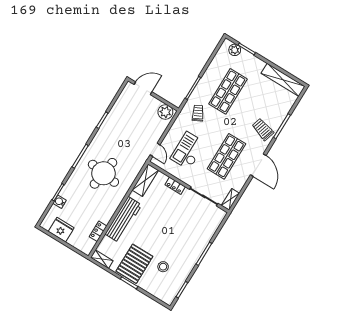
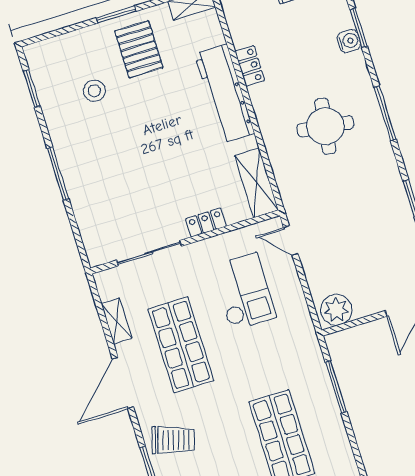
trolley: (198, 113) -> (289, 360), removed
door: (258, 165) -> (123, 383), hinge flipped
round table: (103, 173) -> (325, 126), width x0.73, depth x0.73
shelving: (230, 199) -> (116, 321), moved
water cooler: (60, 202) -> (349, 41), moved
locker: (98, 231) -> (250, 66), moved
pallet: (134, 264) -> (139, 49), width x0.73, depth x0.71

